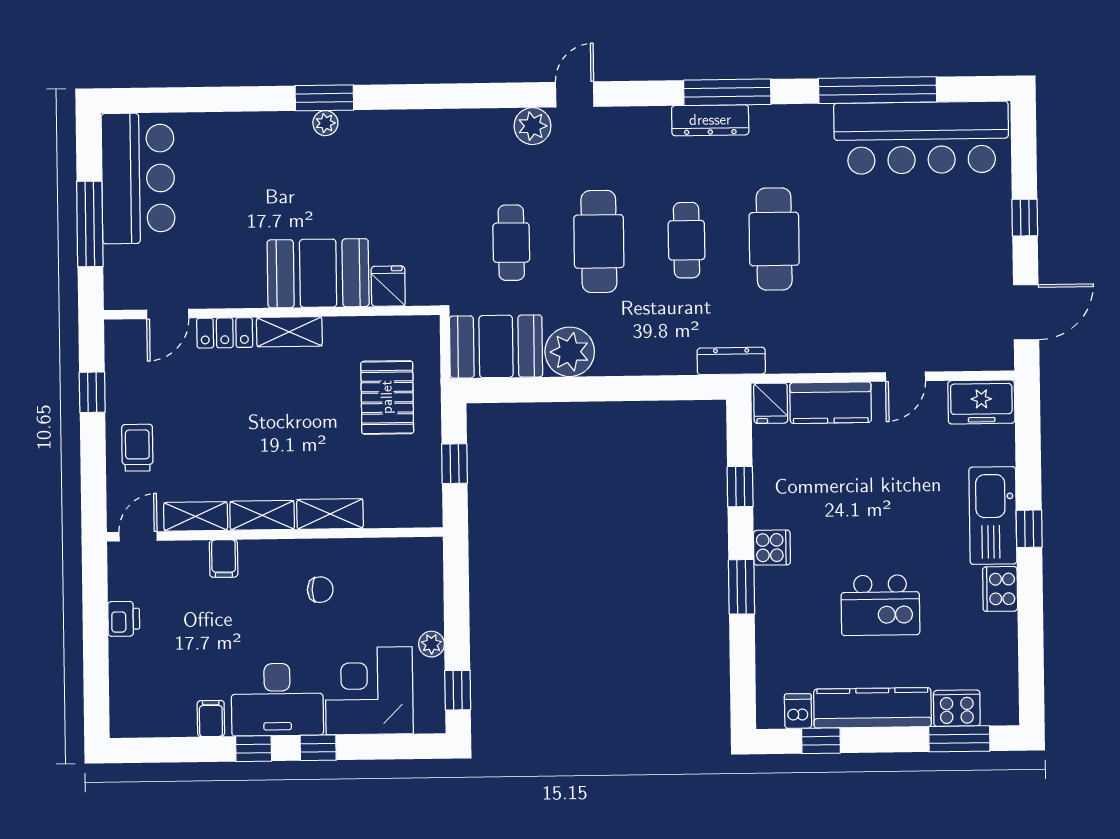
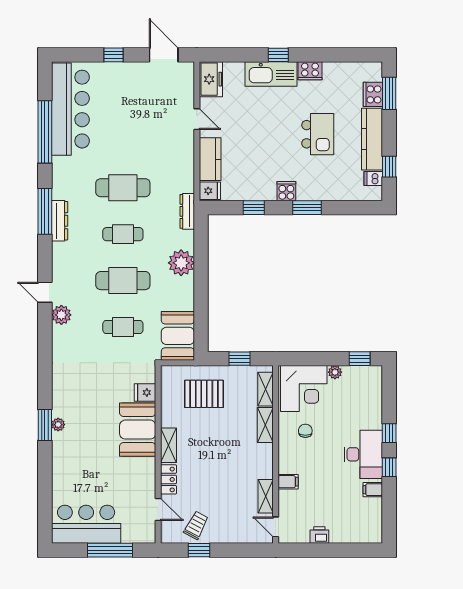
plant: (570, 352) -> (181, 263), moved
trolley: (137, 448) -> (196, 525), moved, turned 118
shelving: (262, 515) -> (266, 389), moved
corner desk: (369, 691) -> (304, 389), moved, turned -90

